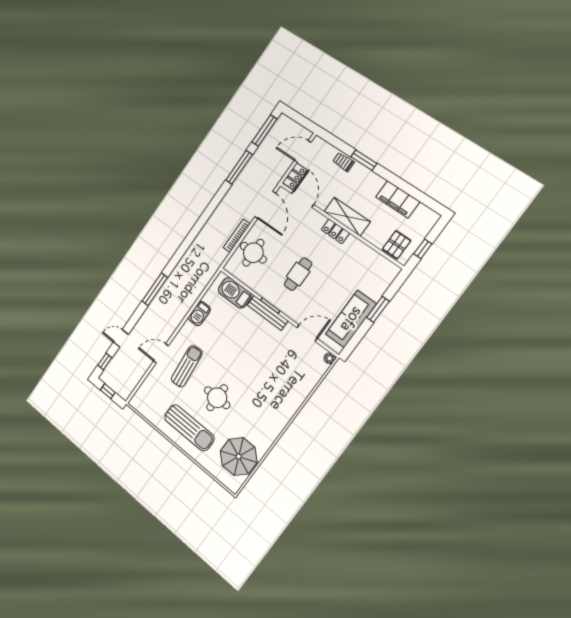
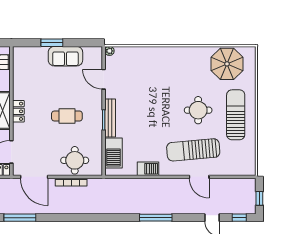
door: (265, 205) -> (34, 177), swing flipped
sofa: (351, 319) -> (65, 56), width x0.73
sun lounger: (187, 366) -> (193, 150), width x1.36, depth x1.34

